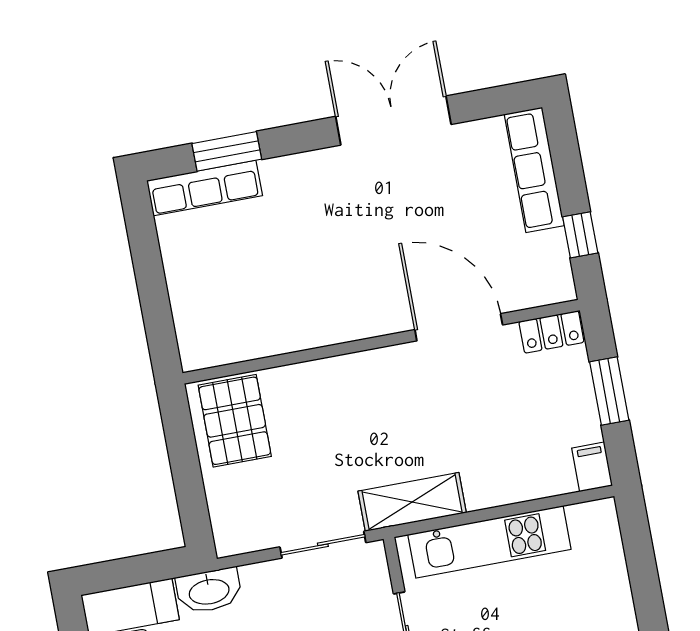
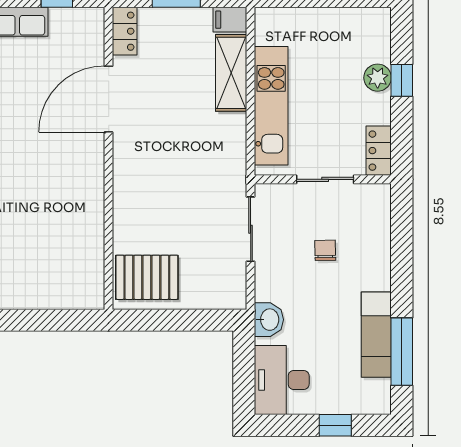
shelving: (412, 502) -> (231, 73), moved
washbasin: (209, 591) -> (269, 320), width x0.72

